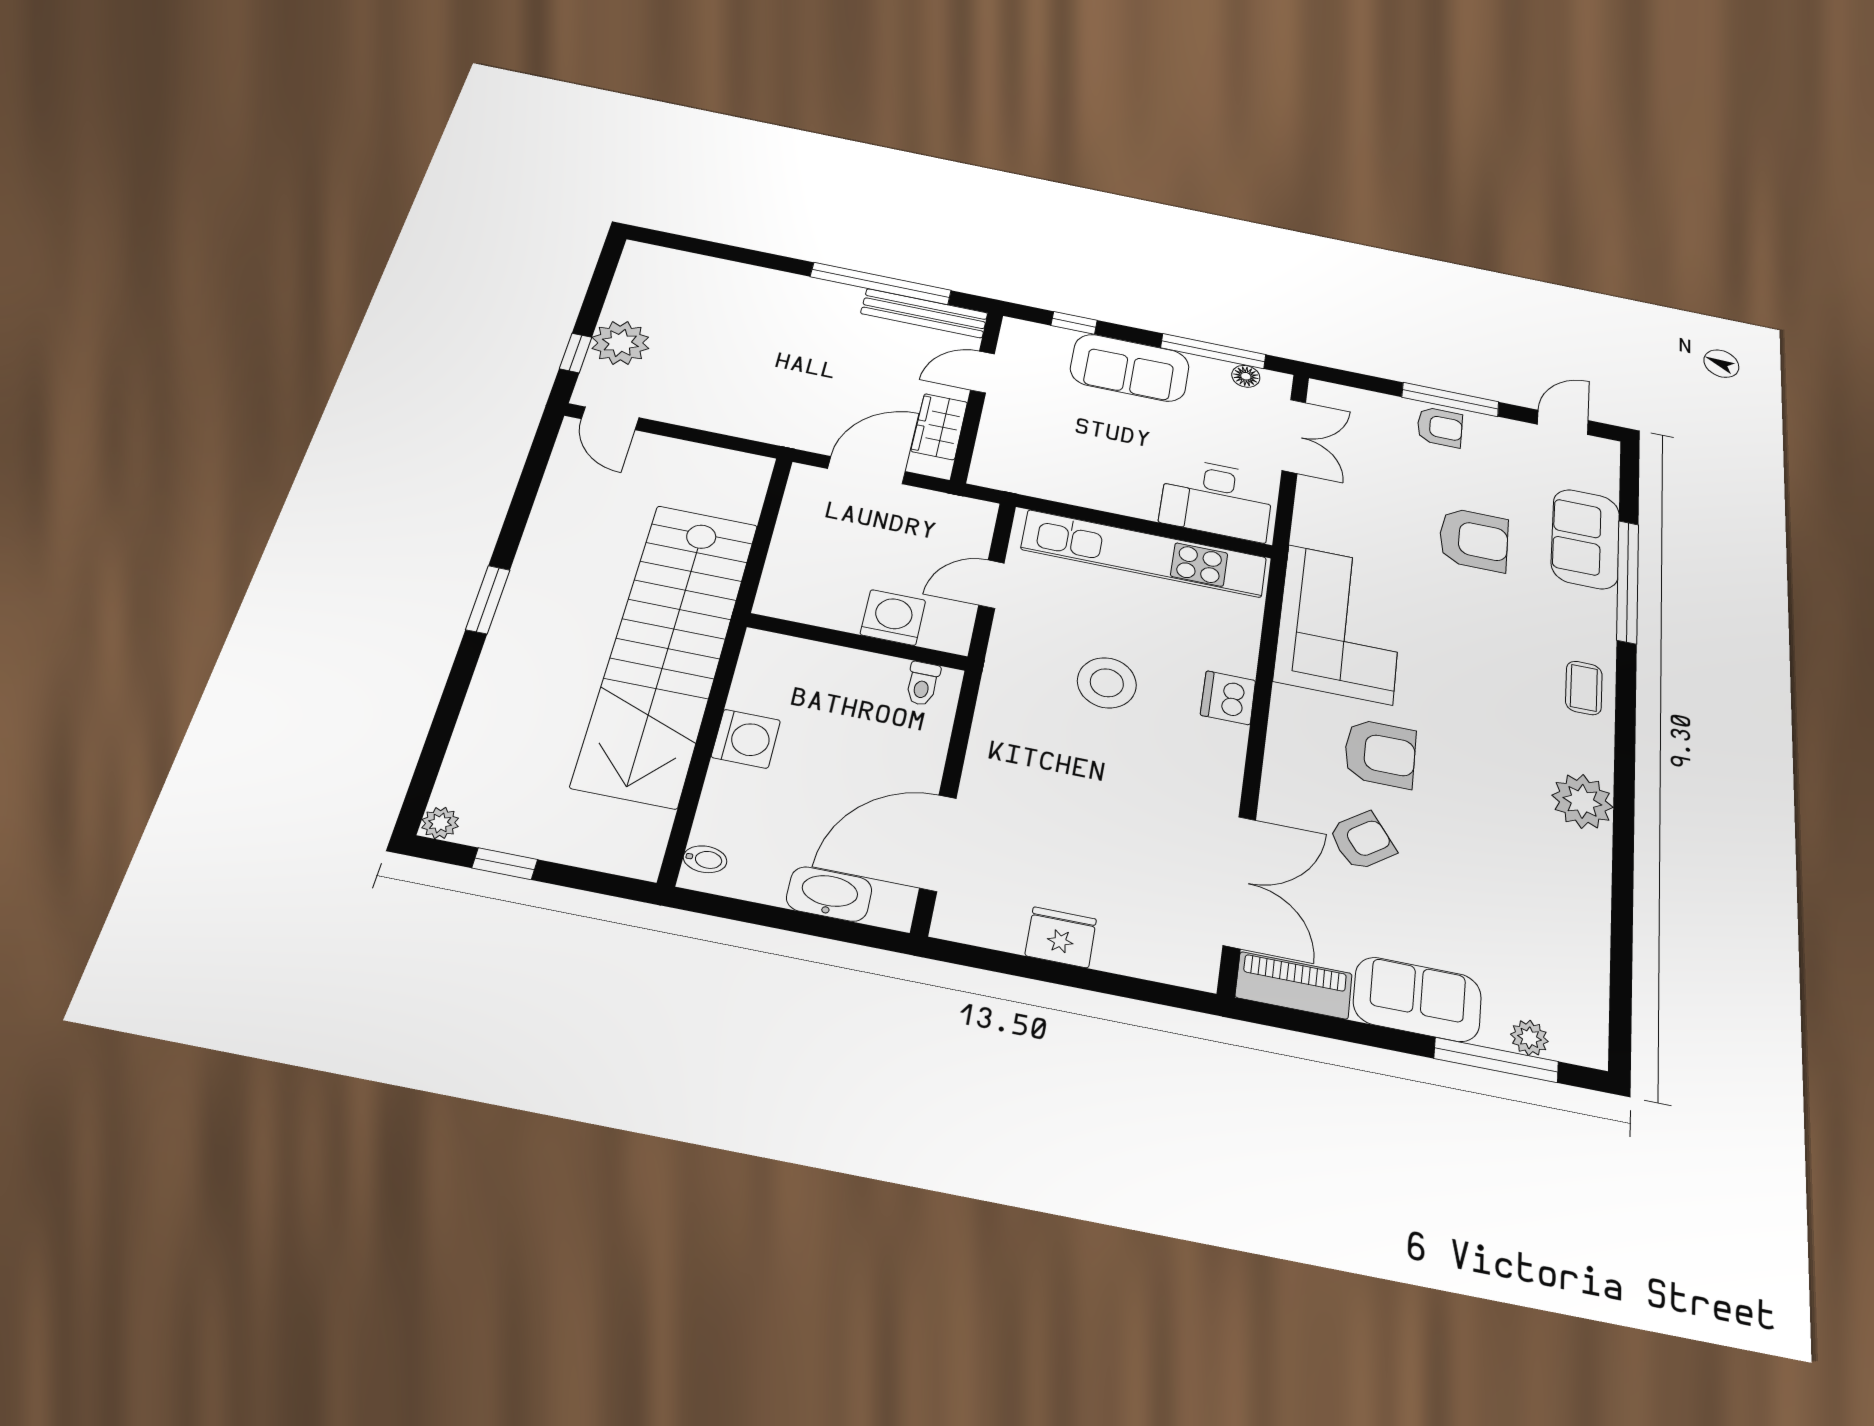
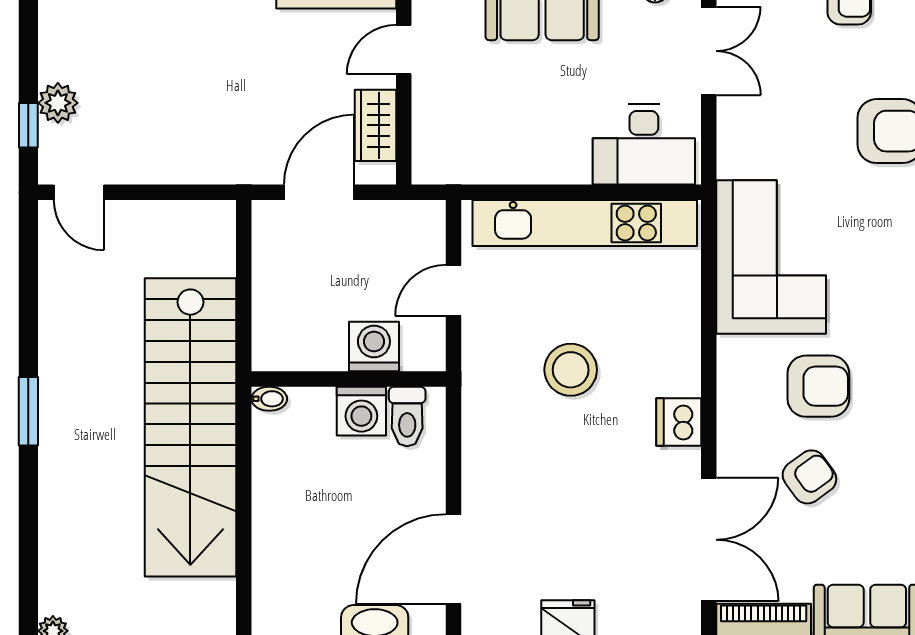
plant: (620, 343) -> (58, 103), width x0.73, depth x0.73
toilet: (922, 684) -> (407, 417), width x1.37, depth x1.39
dishwasher: (1228, 698) -> (679, 422), moved
washing machine: (746, 739) -> (361, 411), moved, turned 90
bidet: (705, 859) -> (269, 399), moved

